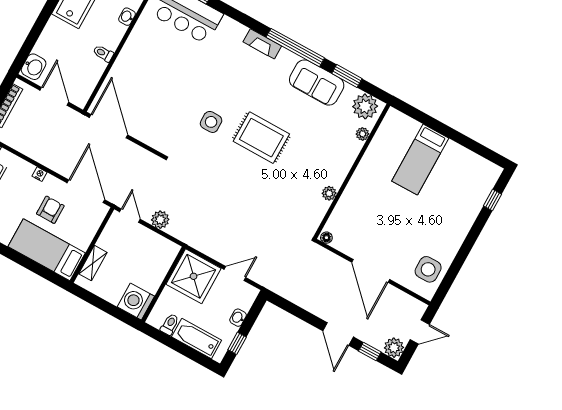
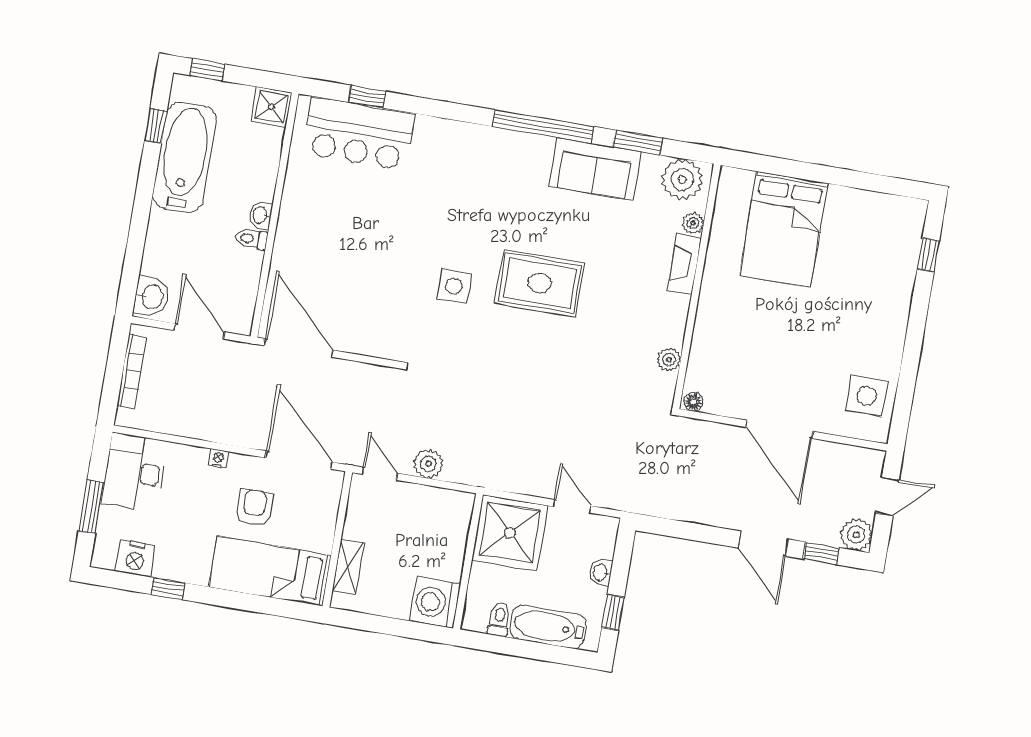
washbasin: (127, 17) -> (260, 215), moved
fireplace: (262, 44) -> (684, 264), moved, turned 90
bed: (420, 160) -> (784, 229), width x1.50
plant: (329, 193) -> (669, 359), moved
door: (235, 273) -> (572, 506), hinge flipped

